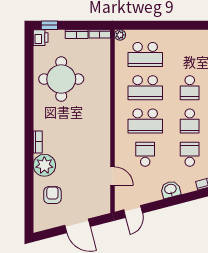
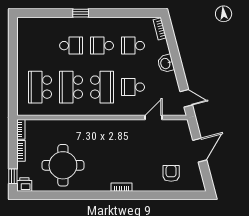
plant: (120, 35) -> (22, 110), removed
school desk: (145, 54) -> (40, 87), turned 180
school desk: (145, 88) -> (71, 87), turned 180
school desk: (190, 121) -> (102, 46), turned 180
plant: (44, 165) -> (143, 181), removed
armchair: (52, 195) -> (171, 173), turned 90

